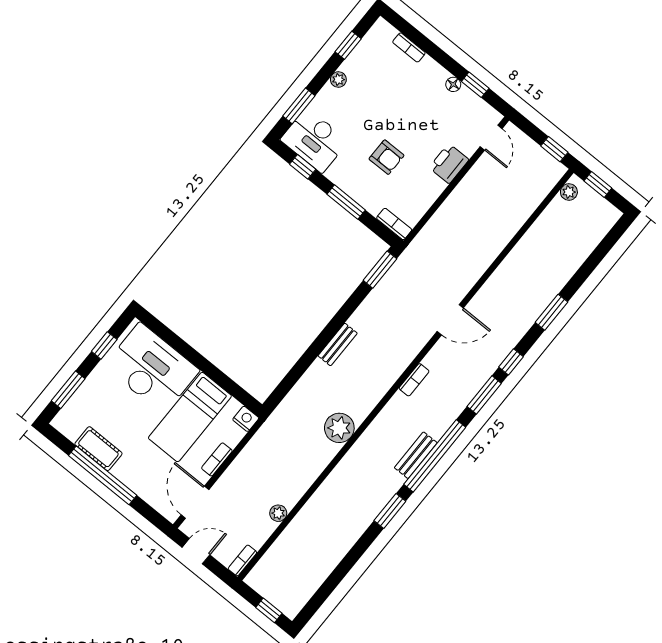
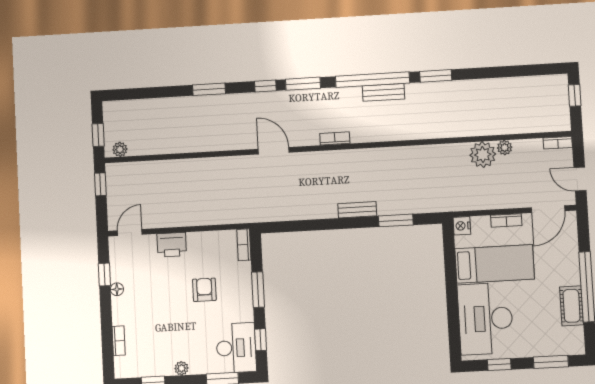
window: (380, 270) -> (396, 220), moved
plant: (339, 428) -> (483, 155), moved

